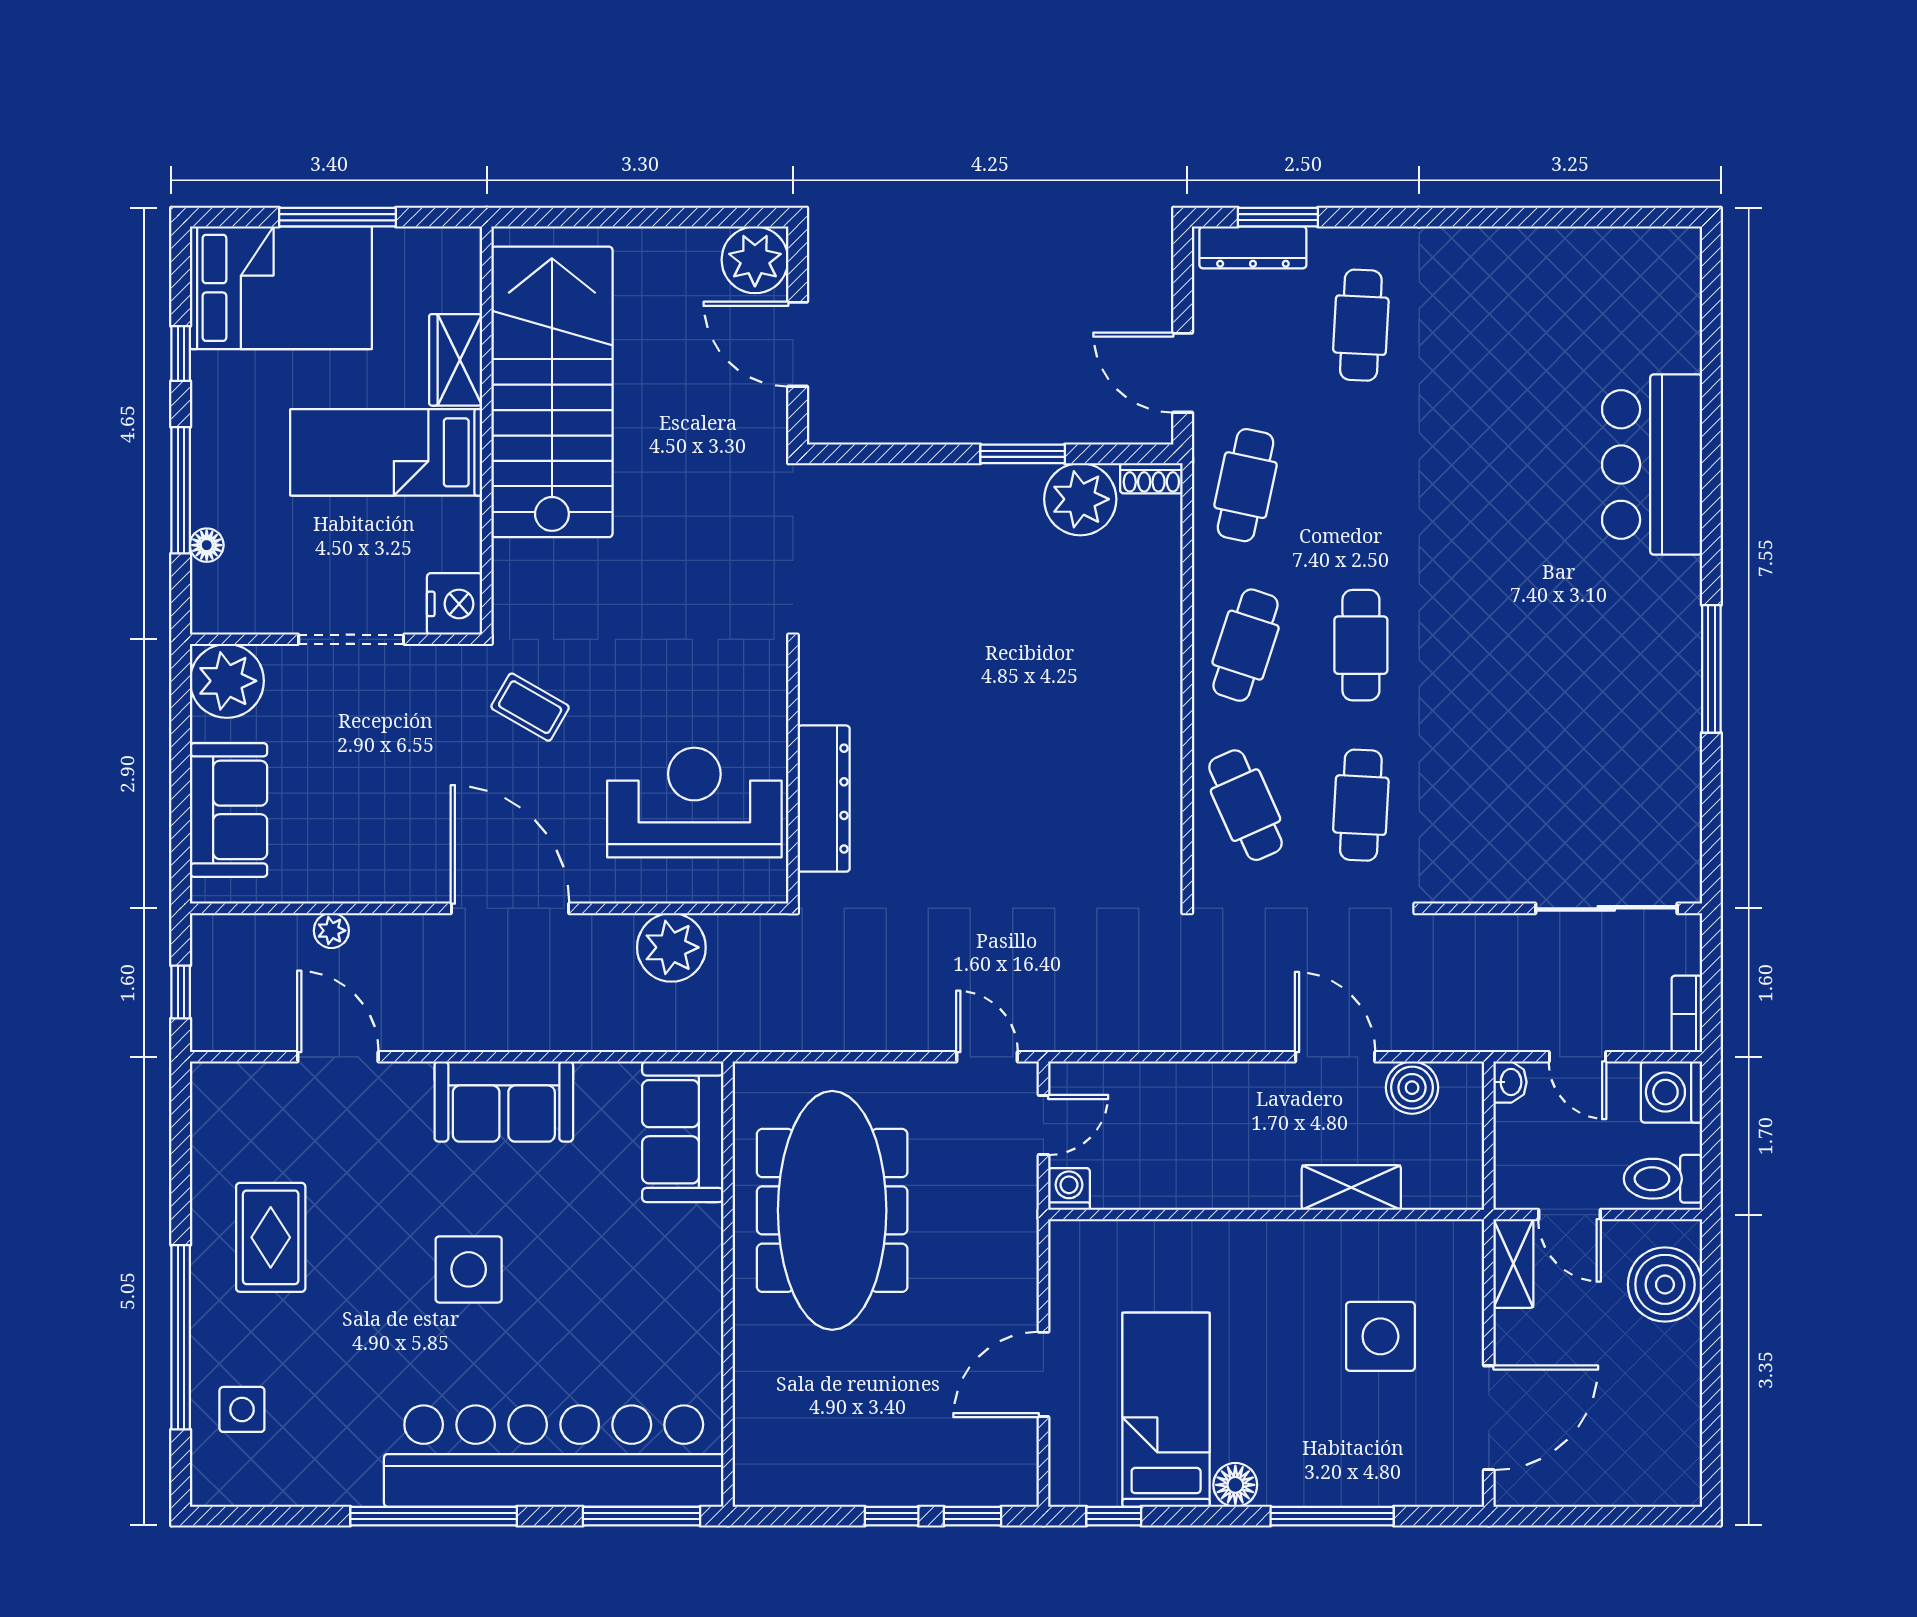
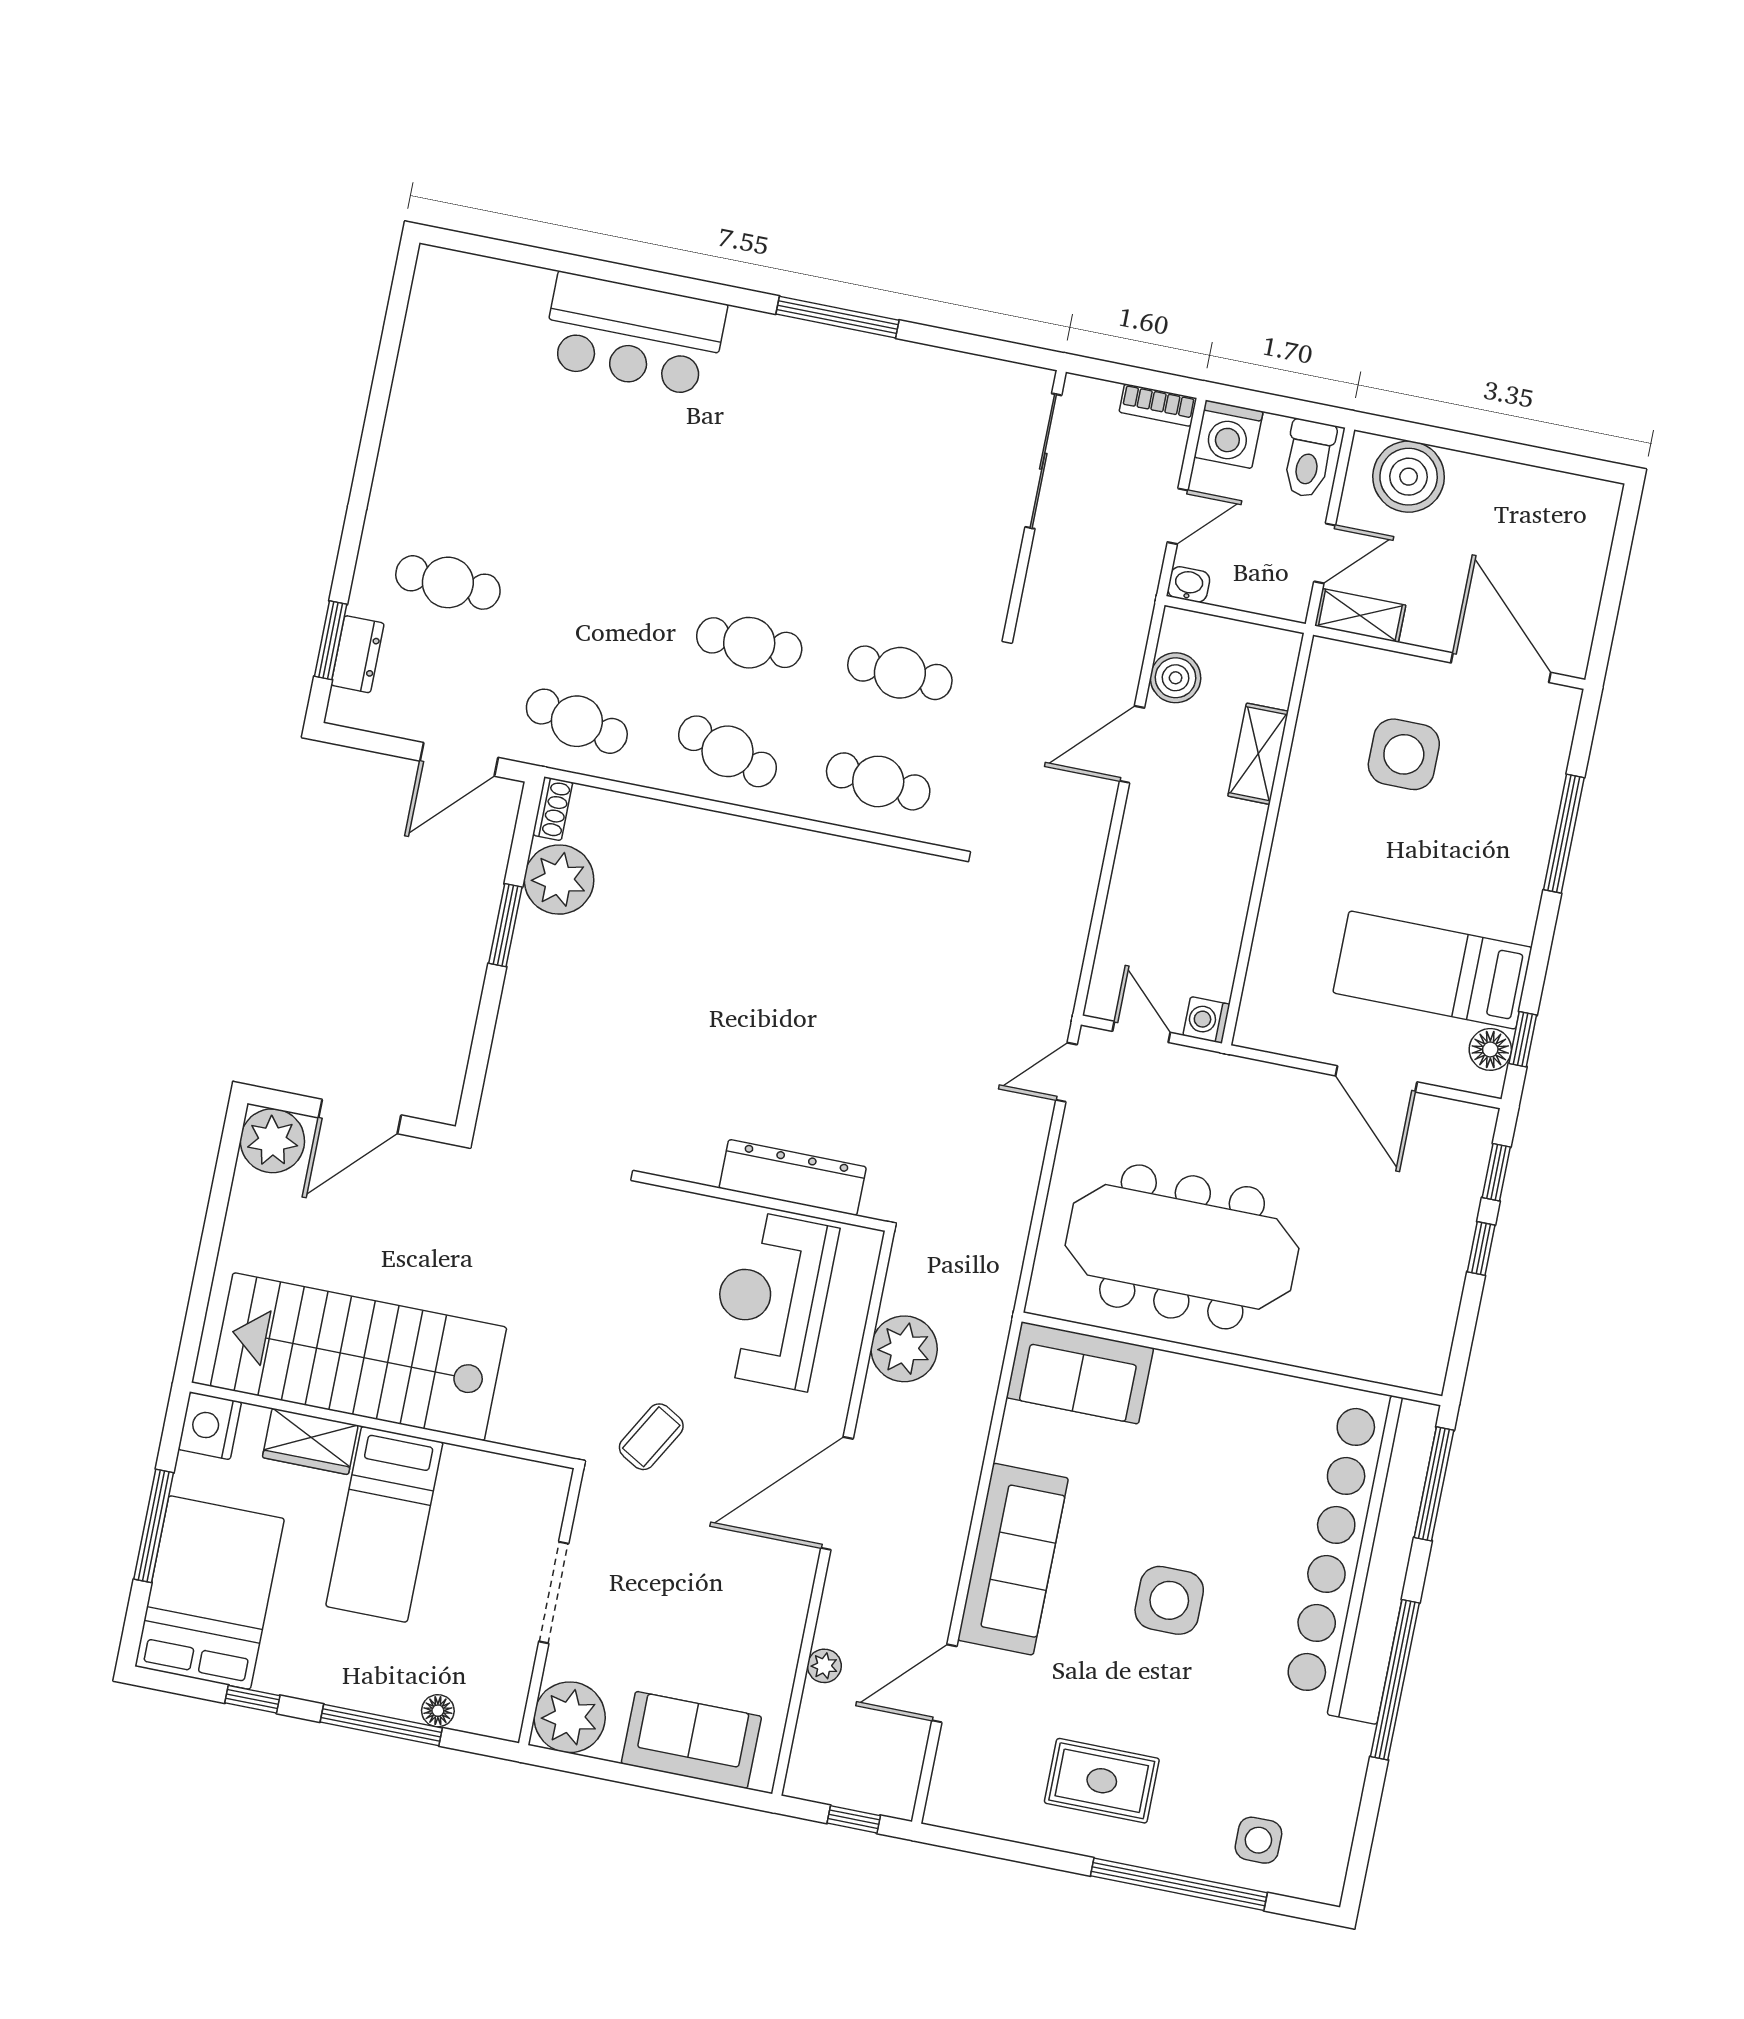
dresser: (1253, 247) -> (357, 654), width x0.70
nightstand: (455, 604) -> (210, 1426), moved, turned -90
cafe table: (1246, 805) -> (878, 781), turned 30
sofa: (504, 1102) -> (1013, 1559), width x1.36
floor lamp: (1235, 1485) -> (1490, 1049), moved

